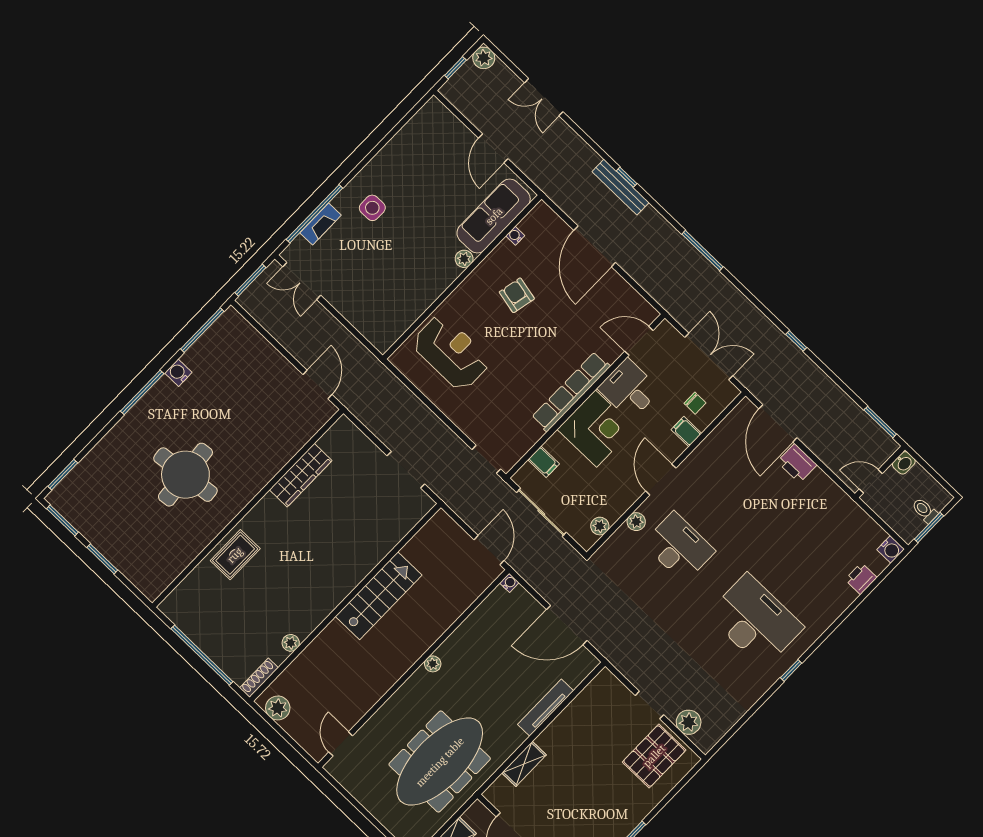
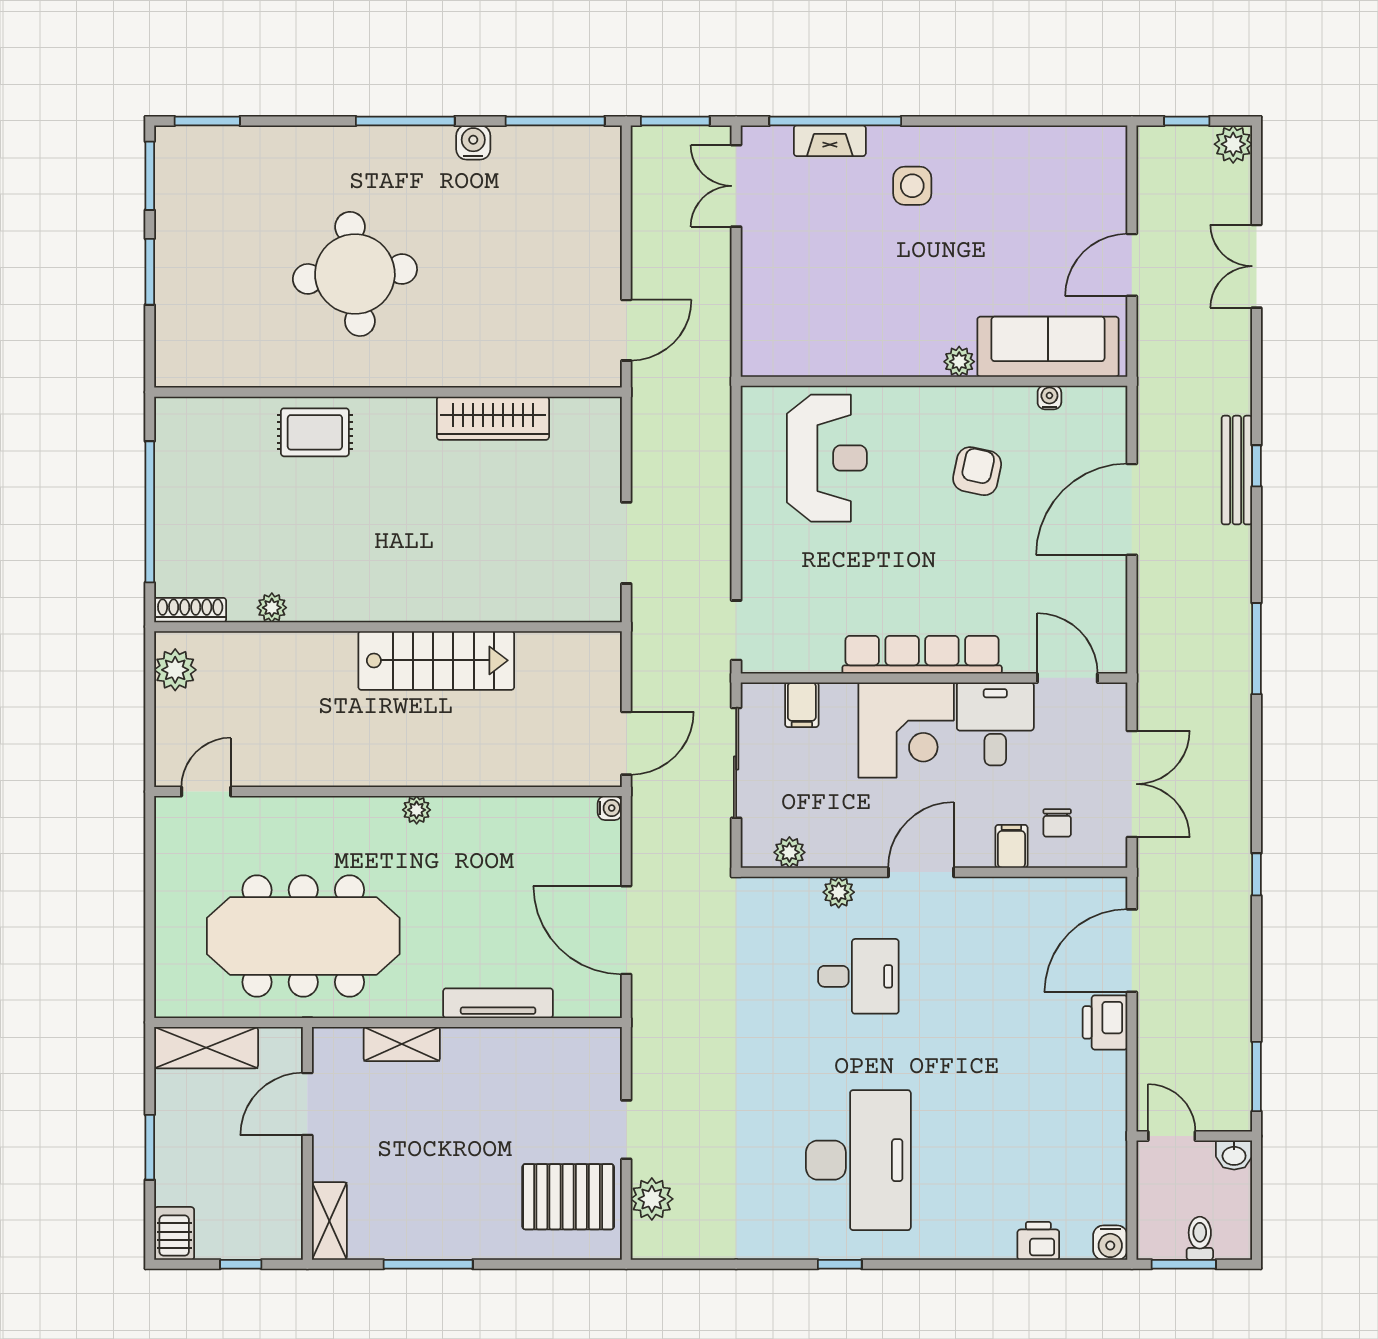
desk: (679, 547) -> (858, 976), width x0.73

